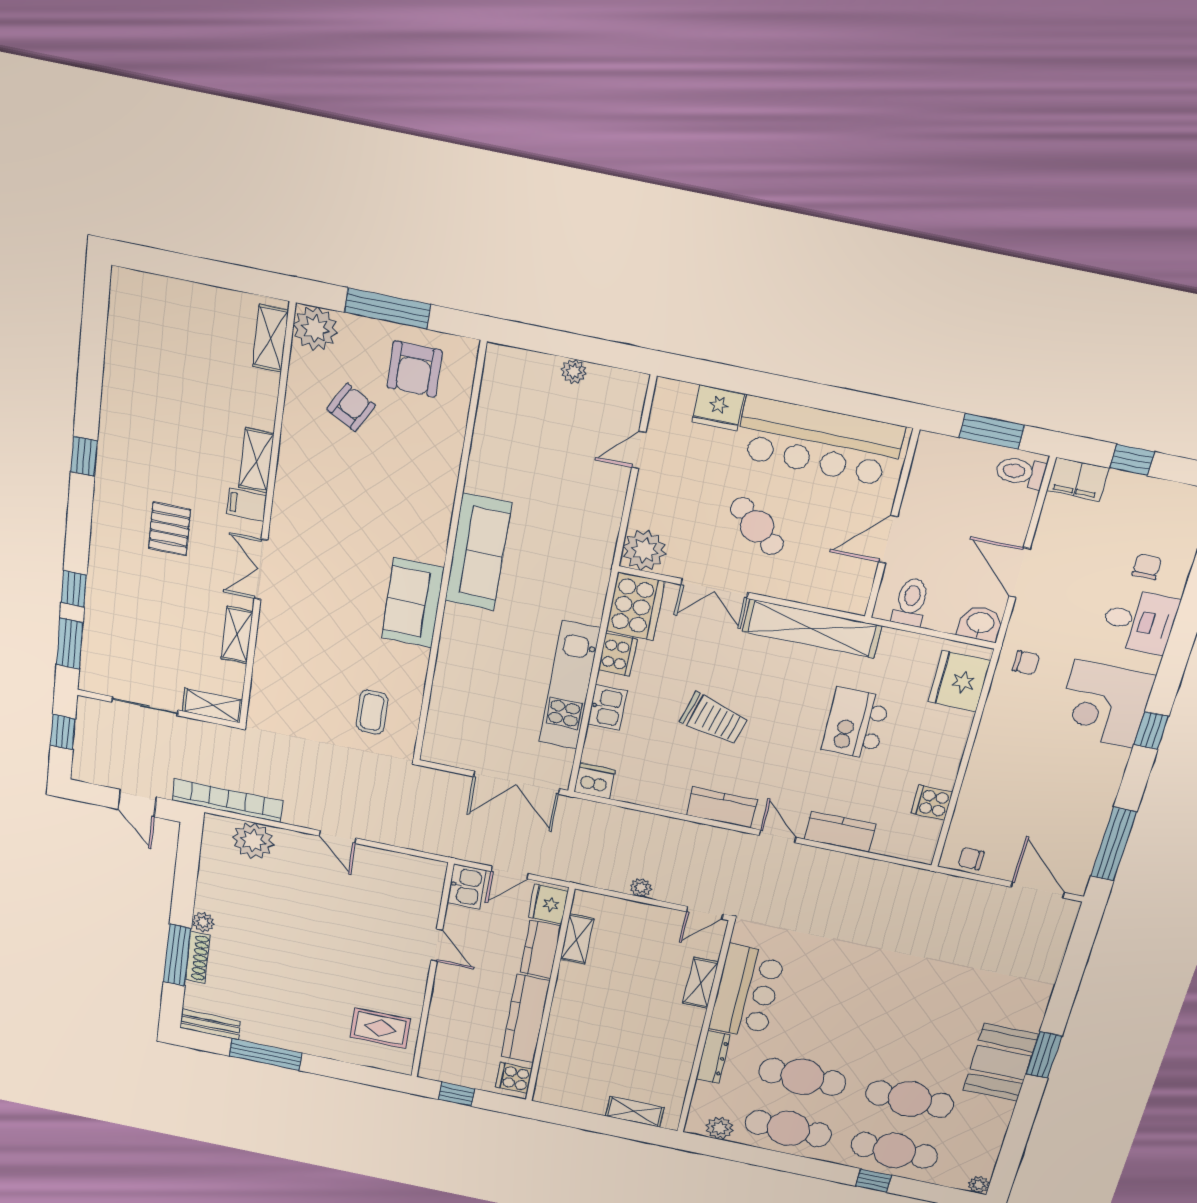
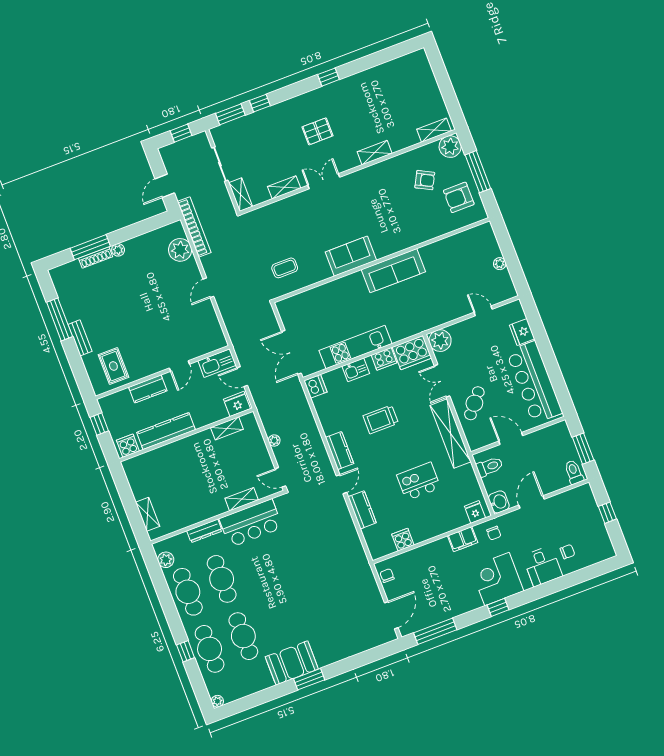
filing cabinet: (1078, 479) -> (463, 539), moved, turned -90
filing cabinet: (247, 505) -> (351, 159), removed
cafe table: (757, 526) -> (474, 403), moved
fridge: (959, 681) -> (475, 512), width x0.53, depth x0.75
trolley: (714, 719) -> (381, 419), turned 75
kitchen sink: (467, 886) -> (217, 363), width x1.38
kitchen counter: (540, 950) -> (148, 389), moved, turned 180
bench: (210, 1025) -> (80, 338), moved

